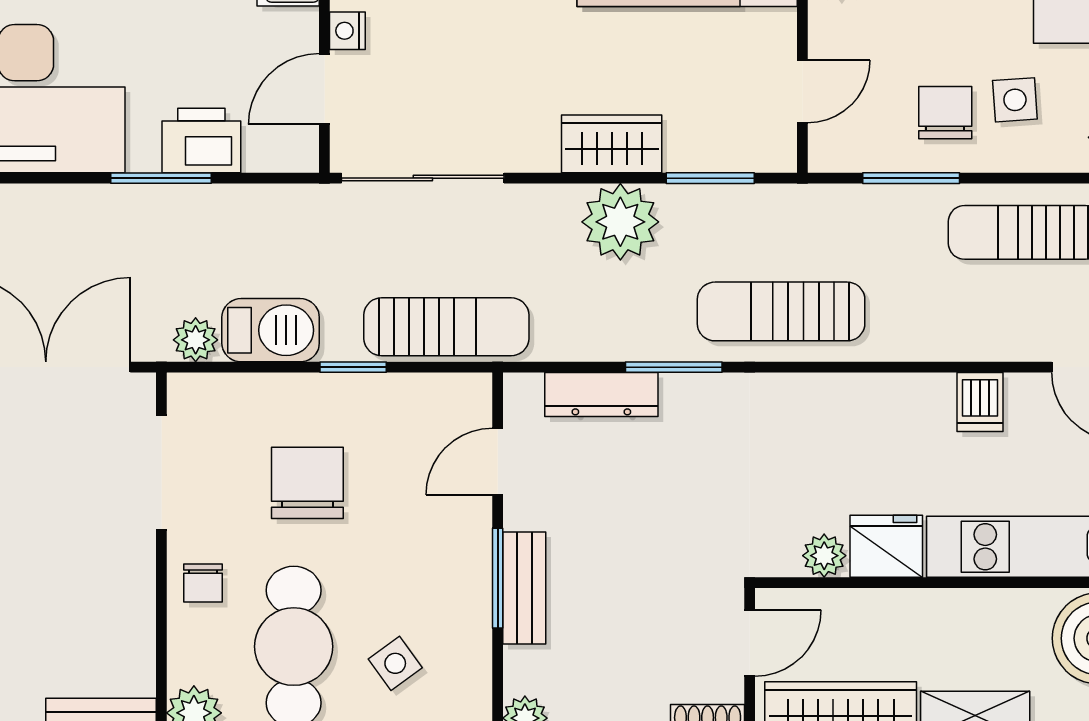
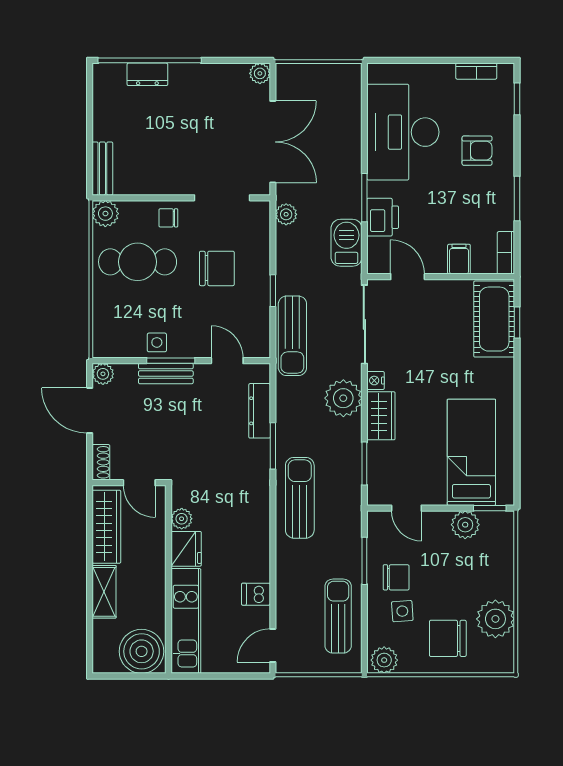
nightstand: (347, 31) -> (376, 381), moved, turned -90
plant: (620, 222) -> (343, 398), moved
barbecue: (271, 330) -> (346, 243), moved, turned 180
side table: (395, 663) -> (157, 342), moved, turned 36

